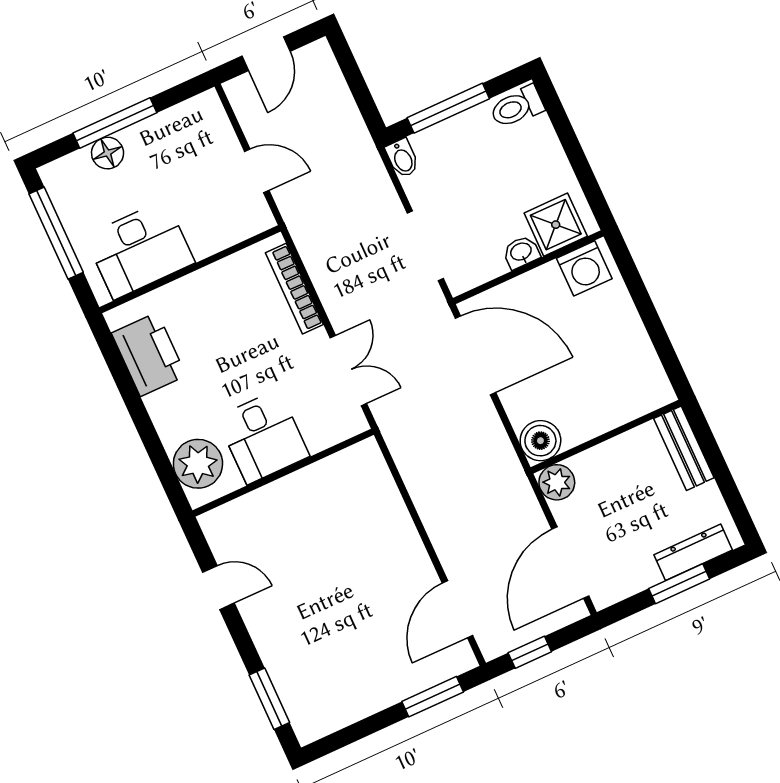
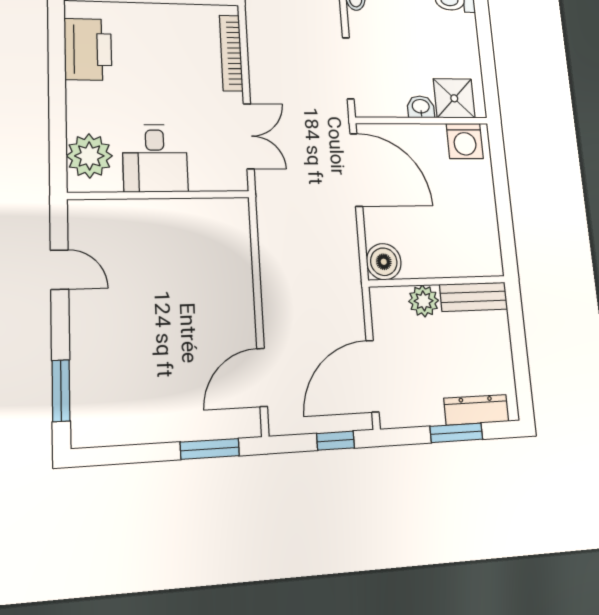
bench: (684, 448) -> (474, 297), moved, turned 90
plant: (557, 482) -> (424, 301), moved
window: (530, 652) -> (336, 441), moved

